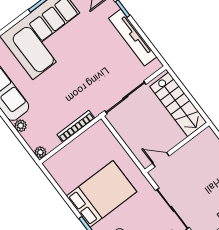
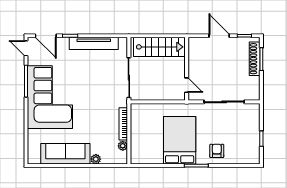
plant: (40, 152) -> (123, 146), moved
door: (161, 160) -> (187, 85), swing flipped

